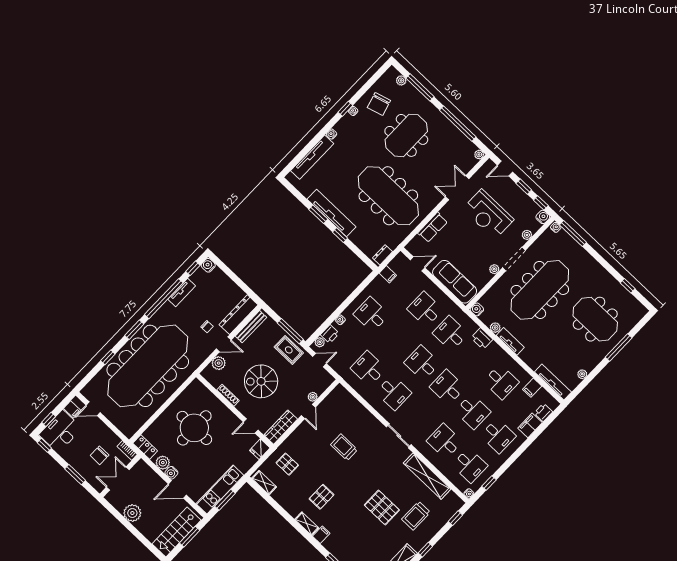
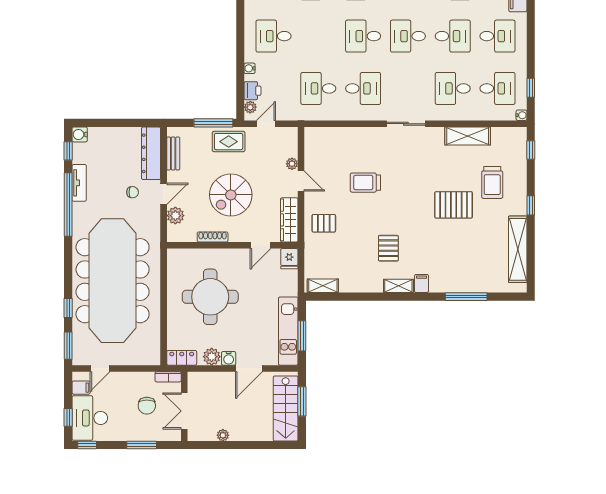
bench: (251, 327) -> (173, 153), width x0.73
window: (134, 330) -> (68, 346), moved
pallet: (287, 464) -> (324, 223), moved
shelving: (427, 476) -> (468, 136), width x0.68
plant: (132, 513) -> (223, 435), width x0.53, depth x0.53

